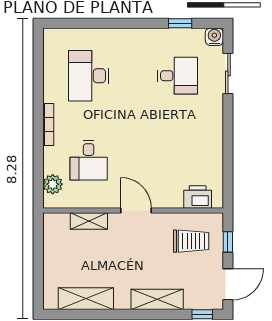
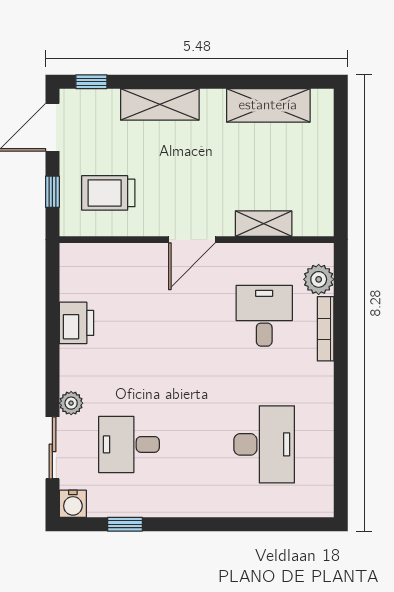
plant: (216, 103) -> (71, 403), added
bookcase: (48, 125) -> (326, 329), moved
printer: (198, 197) -> (77, 323), moved, turned -90
door: (136, 210) -> (192, 240), hinge flipped

